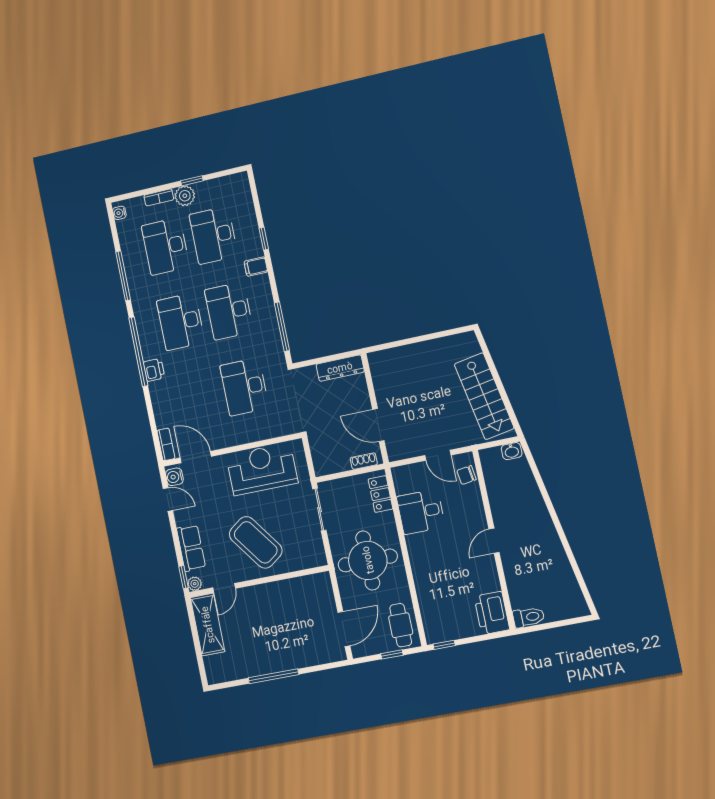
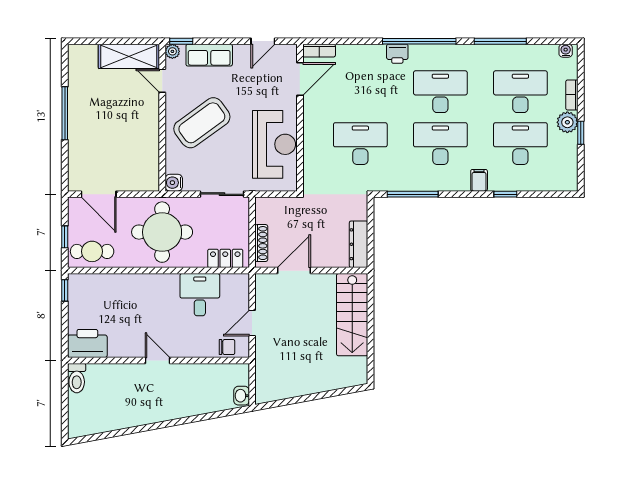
stairs: (484, 396) -> (352, 315), moved, turned -80
shoe rack: (364, 461) -> (261, 243), width x1.43
chair: (467, 475) -> (227, 347), turned 98
water cooler: (174, 477) -> (174, 183), moved, turned -90

